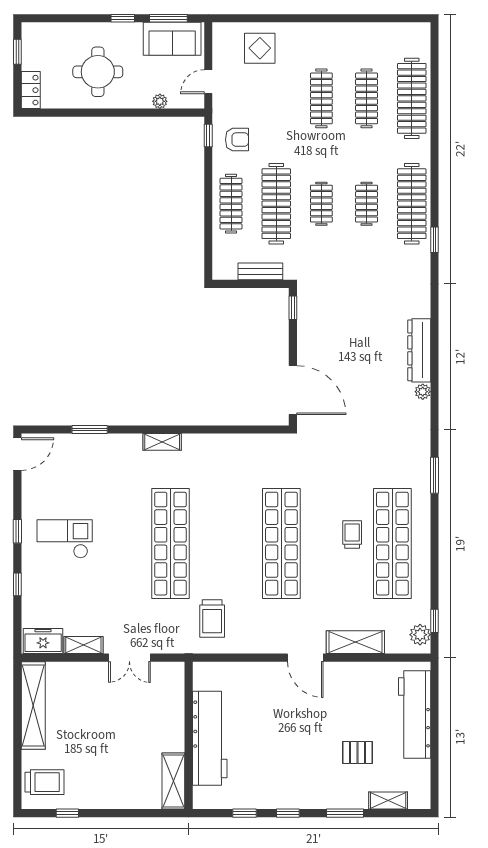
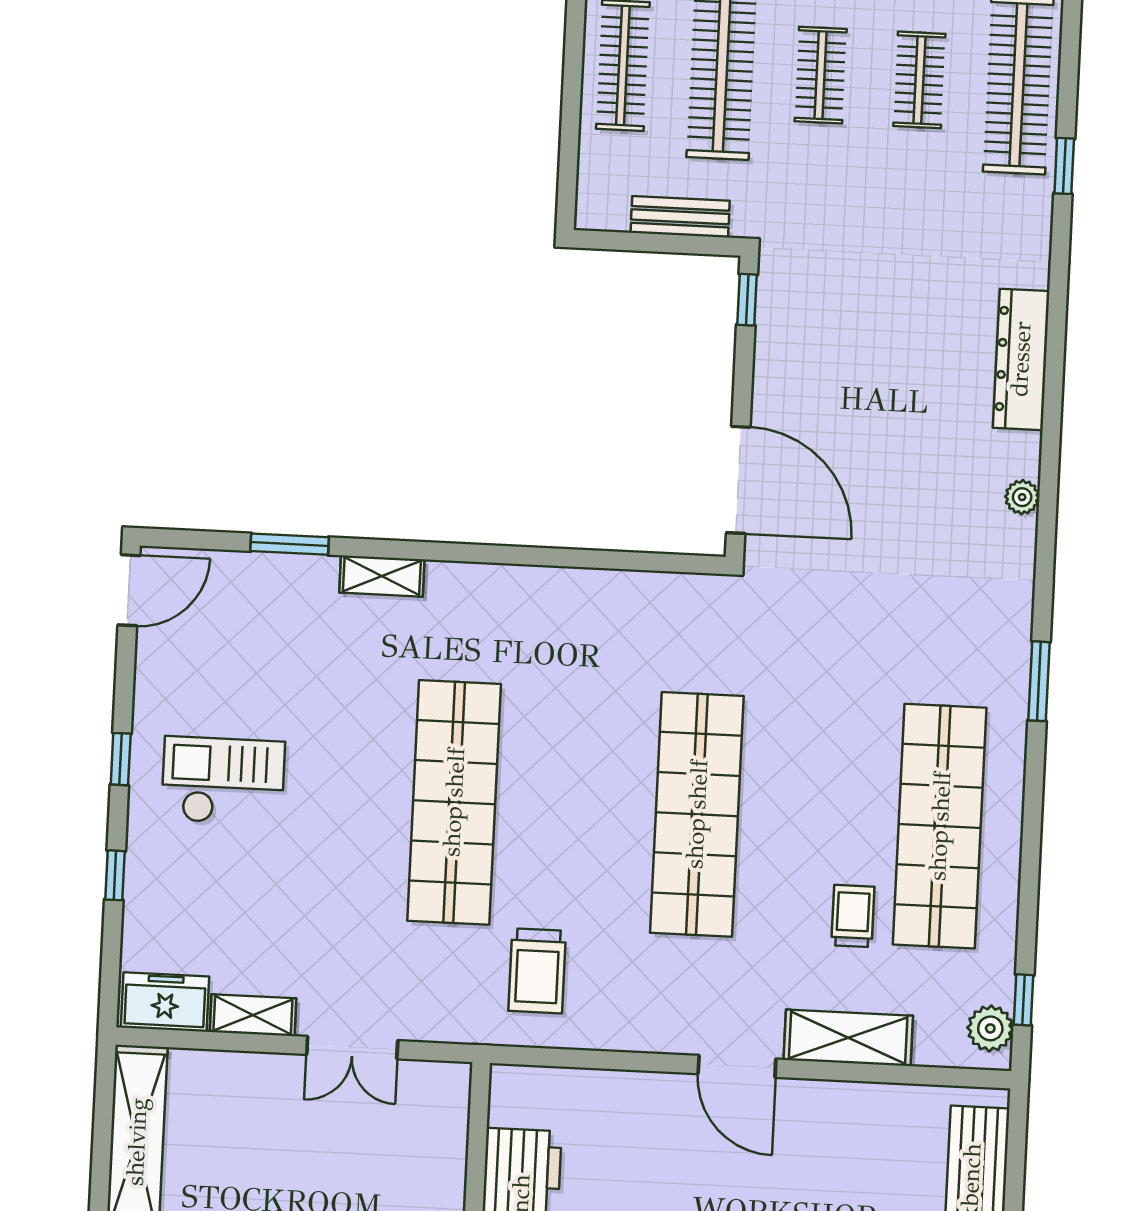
dresser: (419, 350) -> (1021, 359), moved
shelving: (162, 442) -> (382, 576), moved
trolley: (352, 534) -> (853, 916), moved

